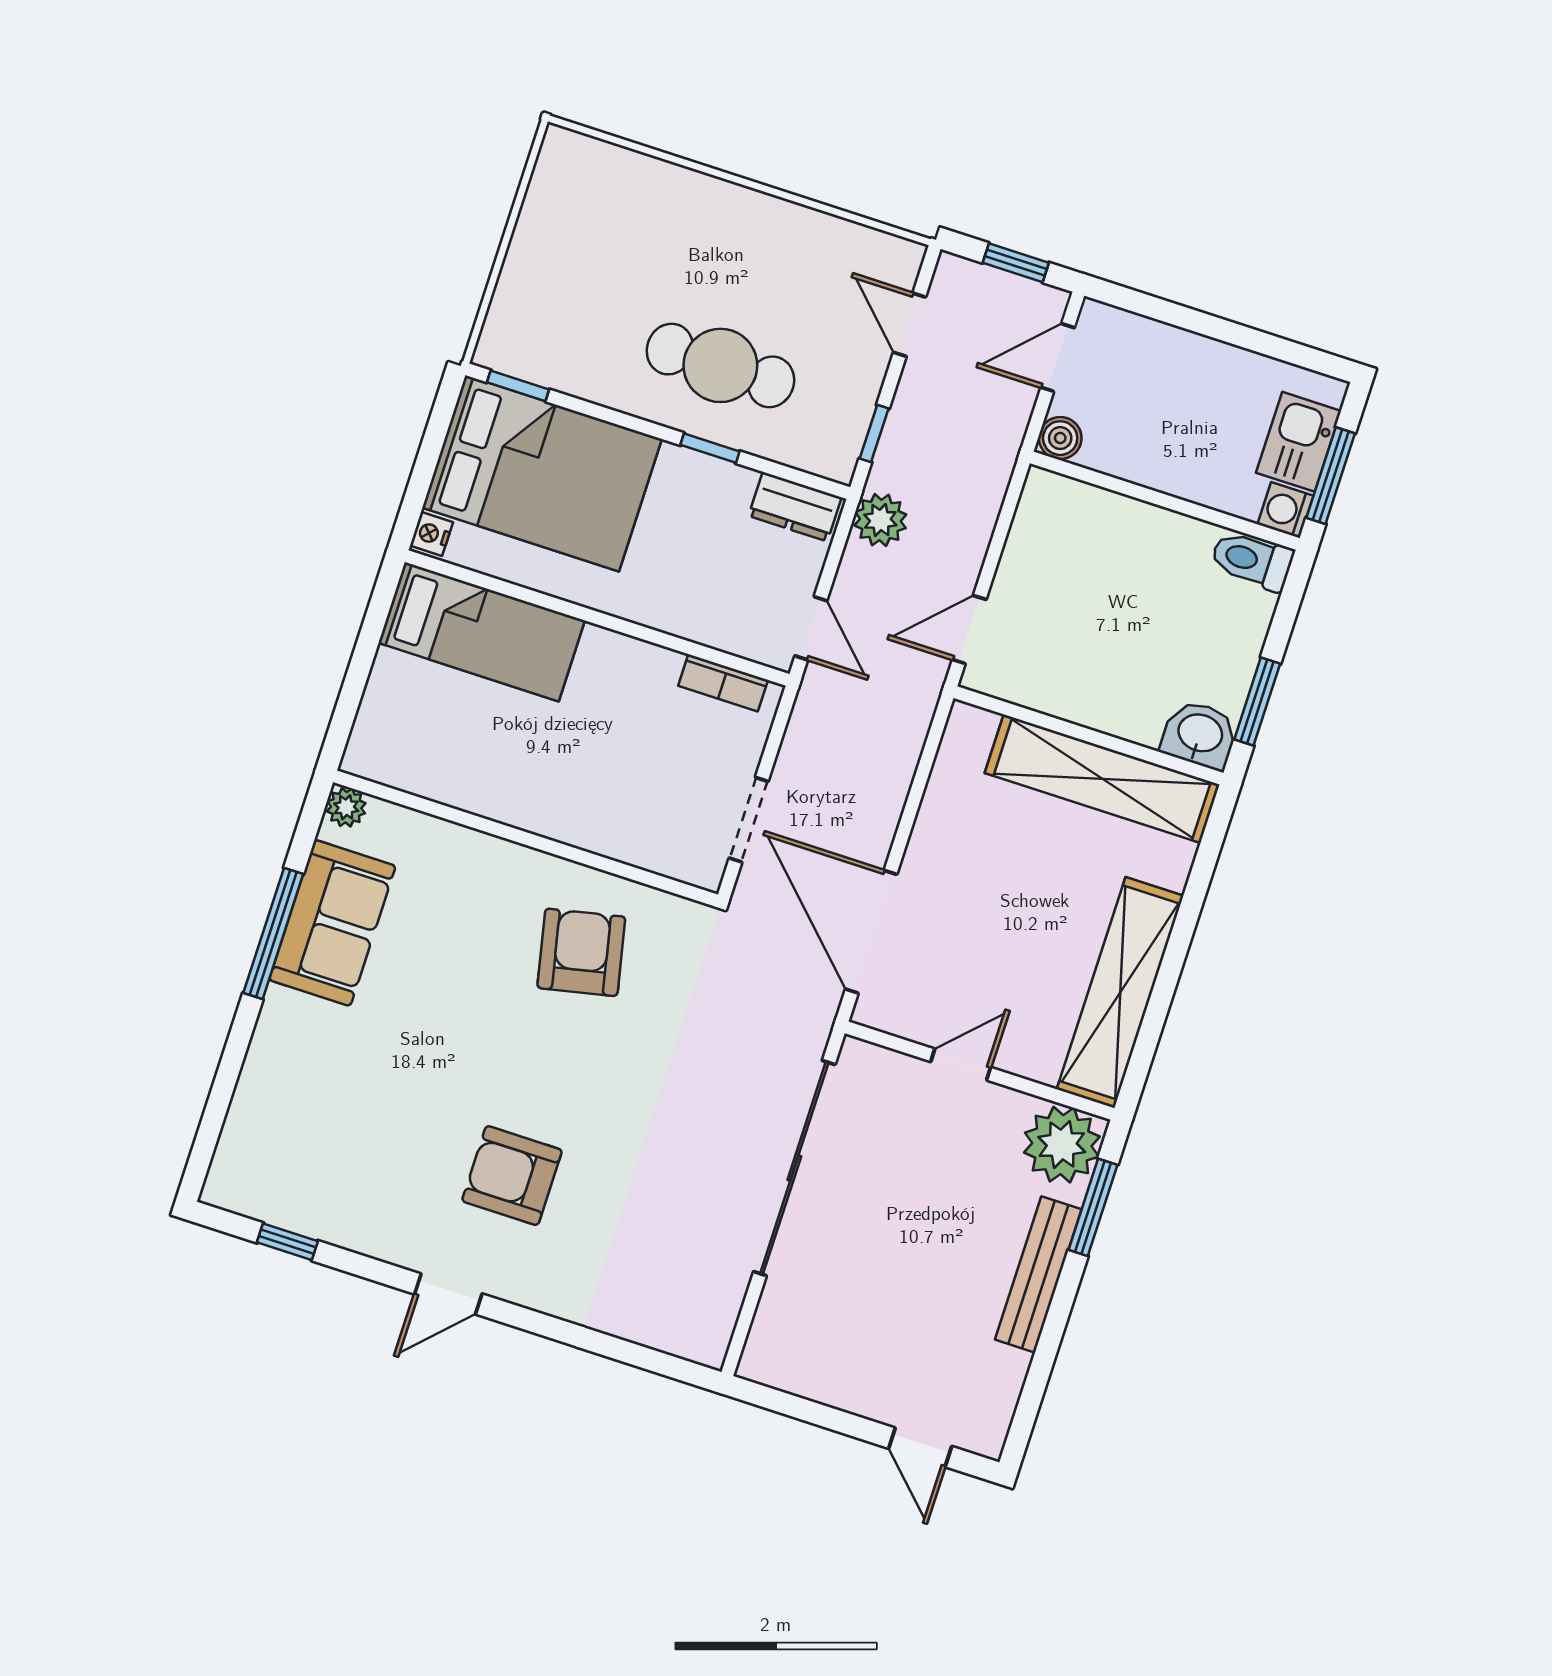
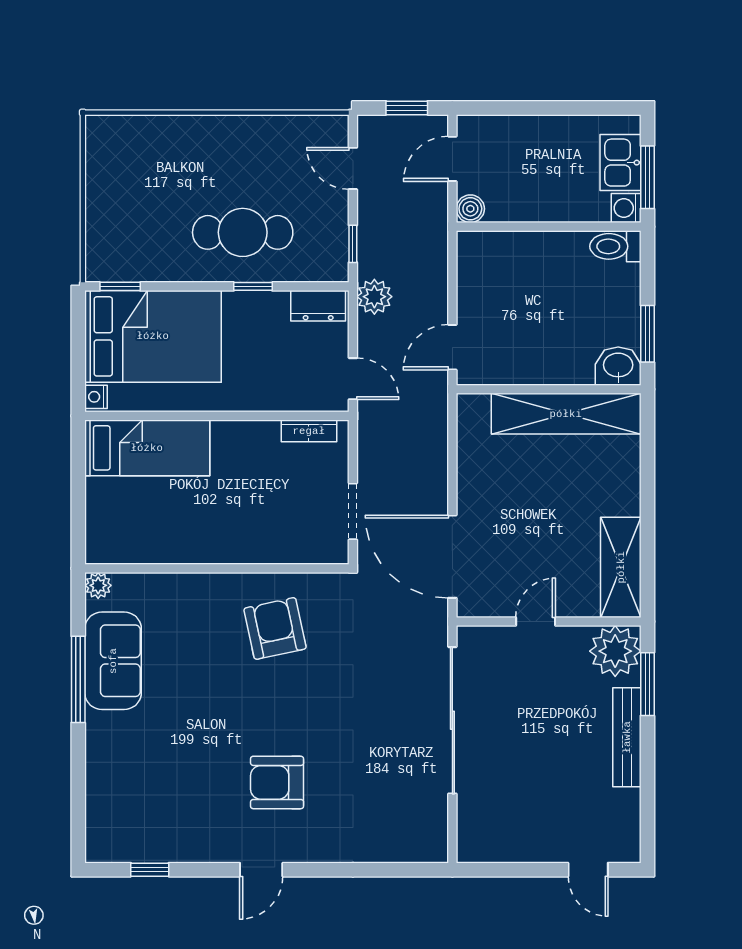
shelving: (1120, 993) -> (621, 567), width x0.68

